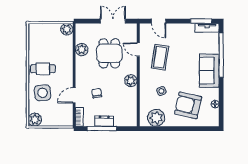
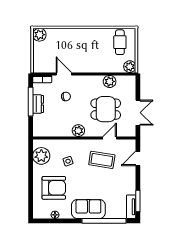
cafe table: (43, 69) -> (120, 42), moved
side table: (43, 93) -> (66, 42), removed
armchair: (188, 105) -> (54, 188), turned 77

